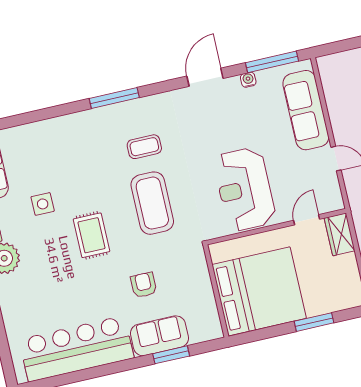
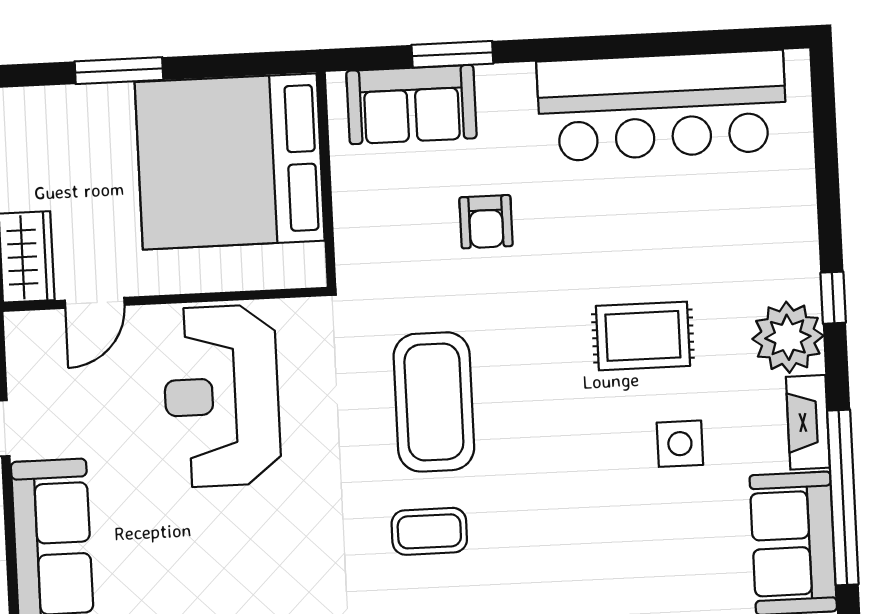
reception desk: (245, 189) -> (222, 396), turned 180
rug: (91, 235) -> (643, 336), moved, turned 90
sofa: (159, 336) -> (411, 105), moved

